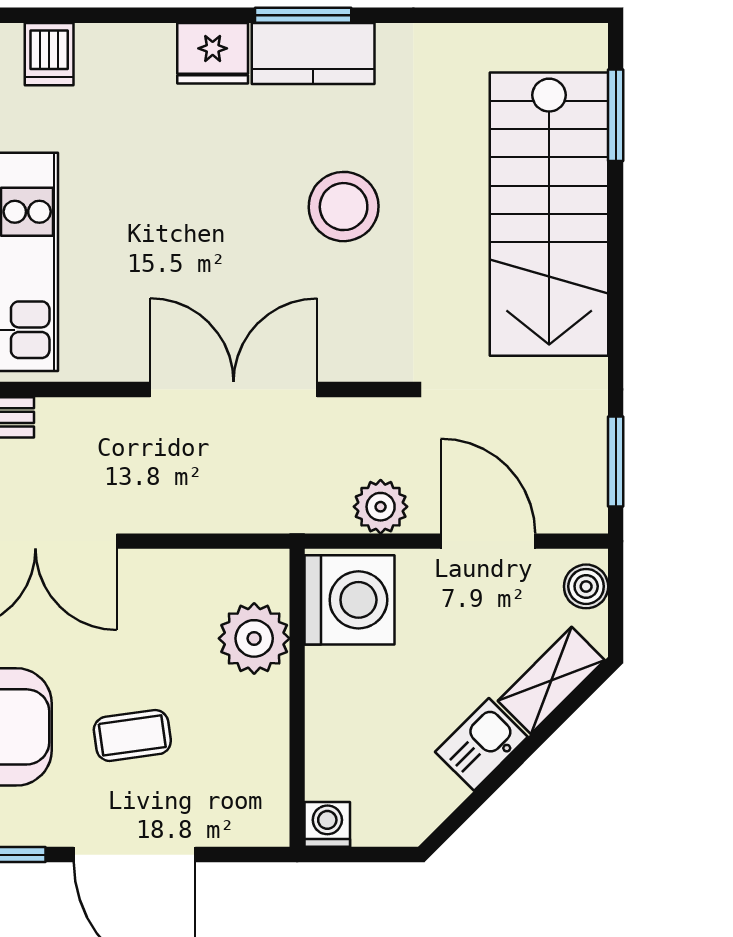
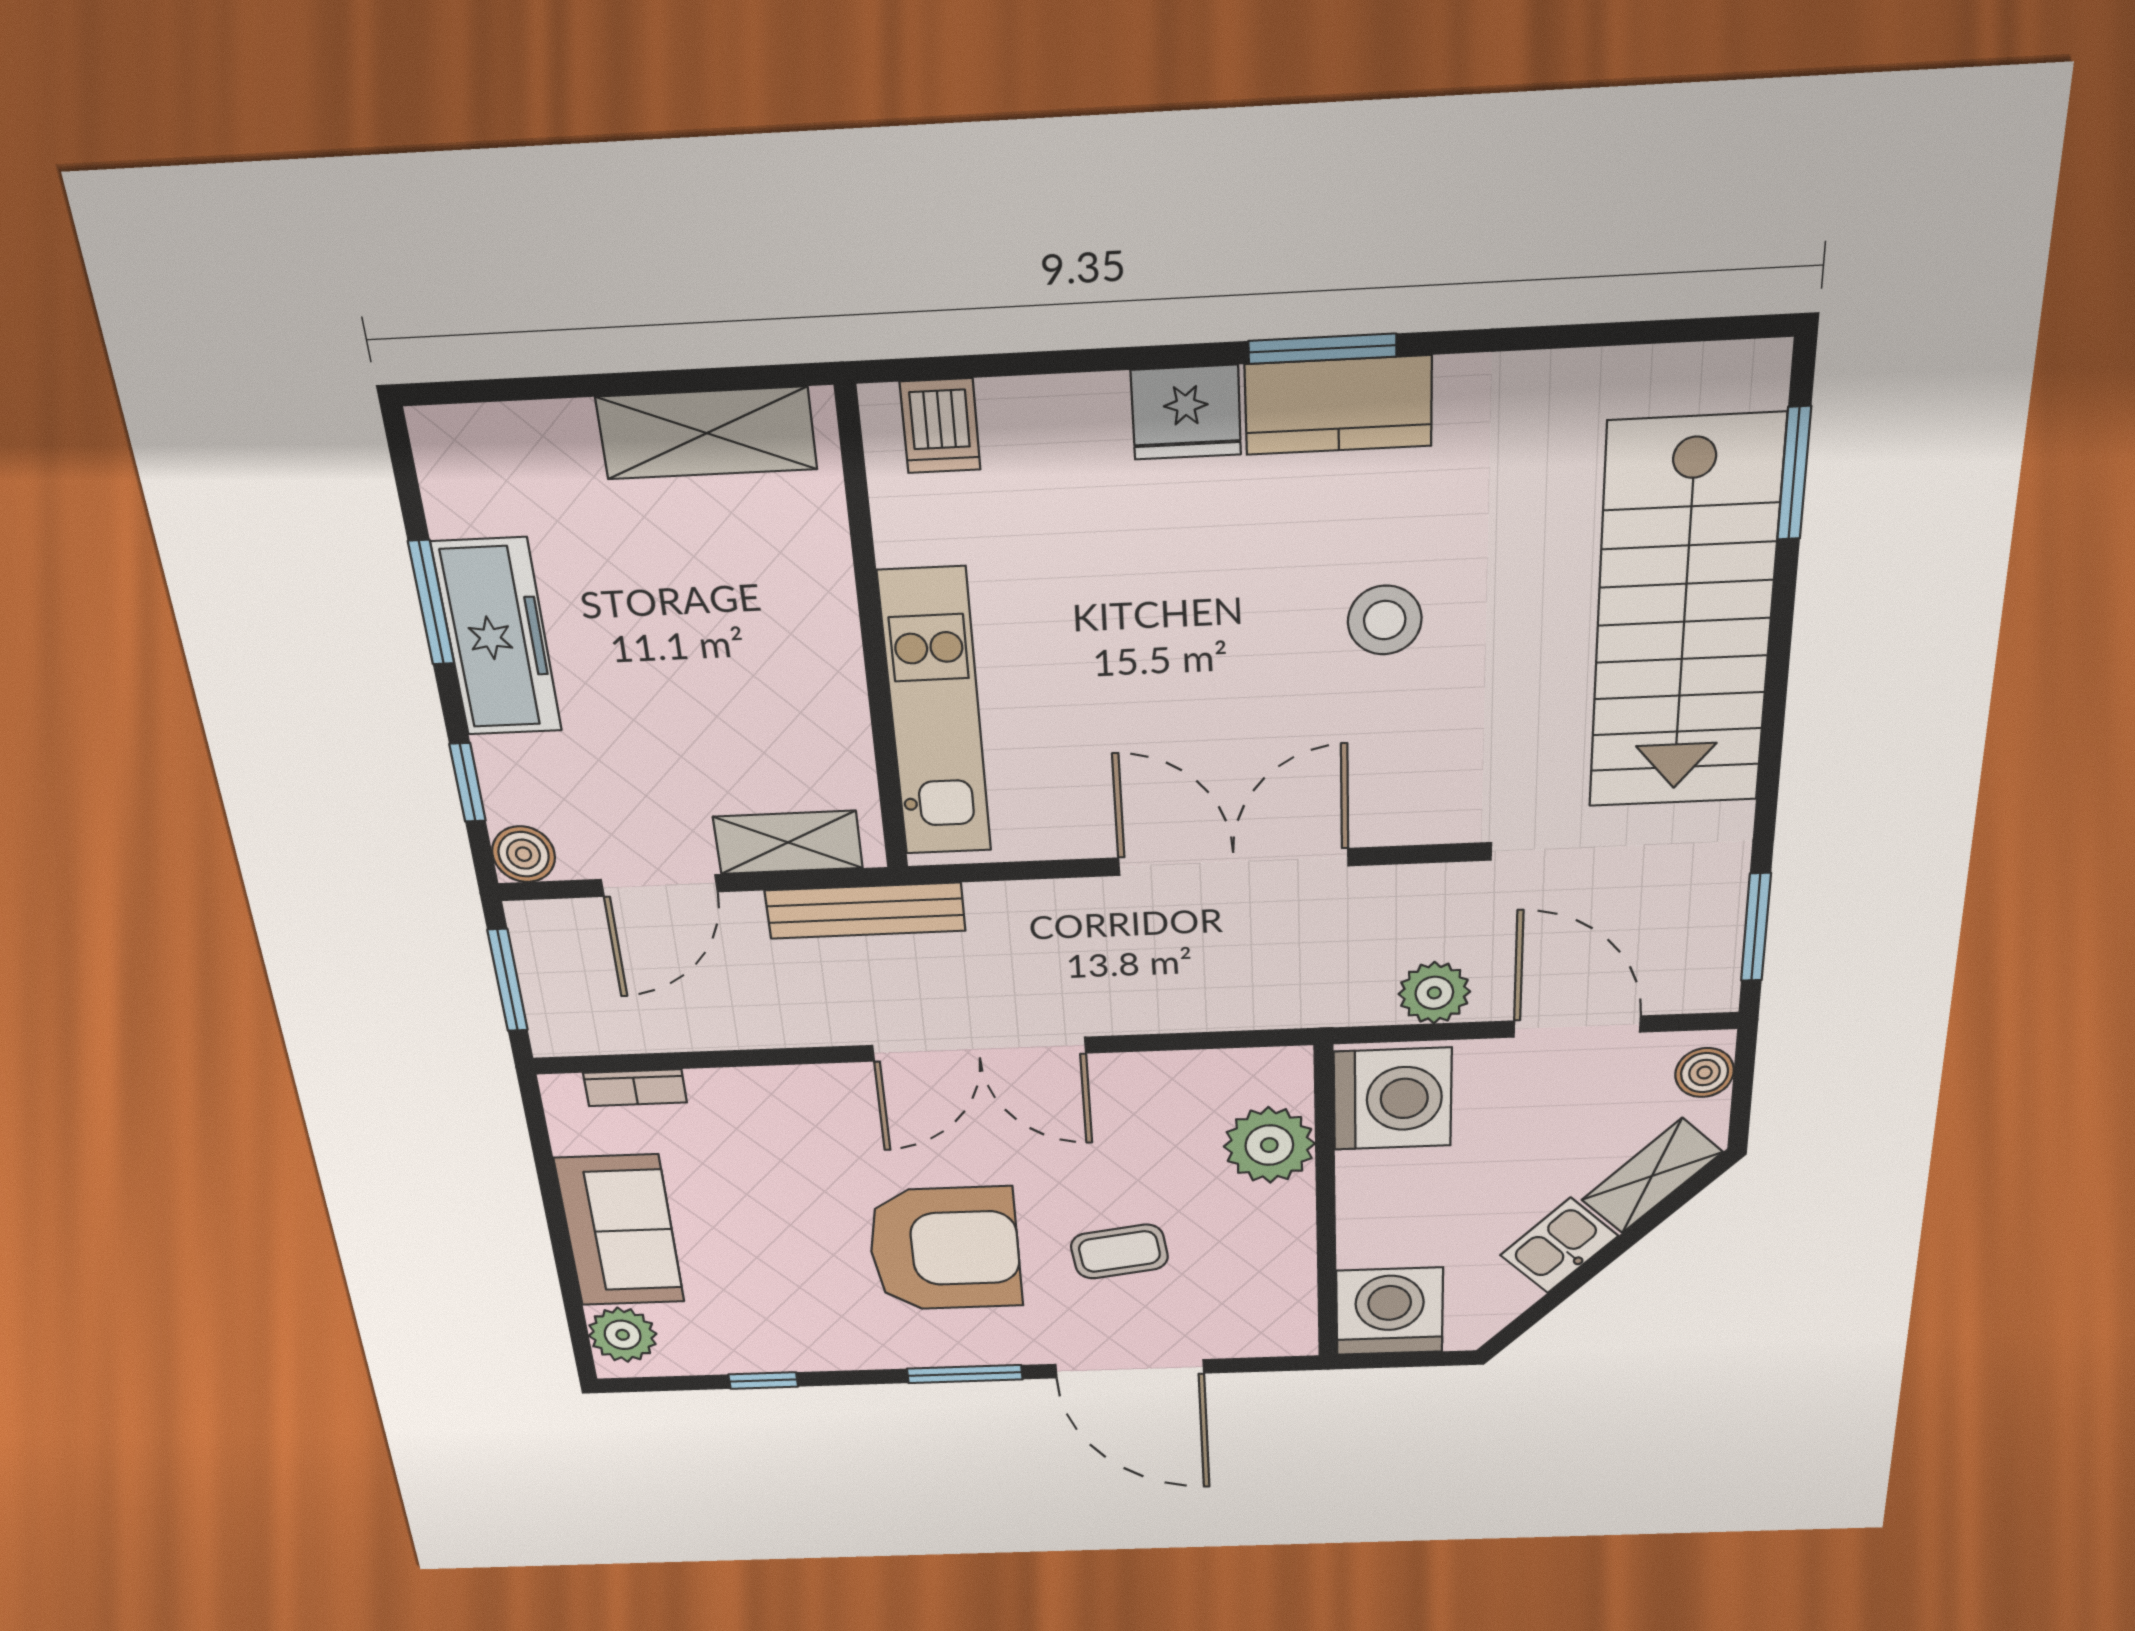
stool: (344, 207) -> (1385, 620), width x0.73, depth x0.73
washing machine: (327, 824) -> (1390, 1311), width x1.89, depth x1.89

